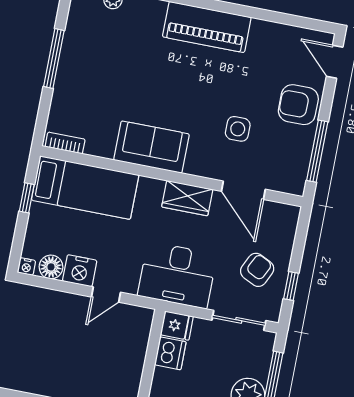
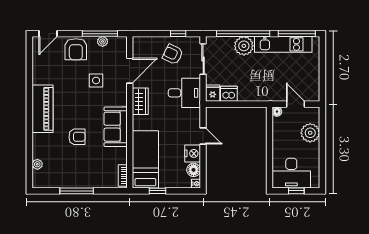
armchair: (147, 77) -> (77, 137), added
plant: (303, 153) -> (103, 41), added
desk: (177, 275) -> (184, 93), width x0.73

